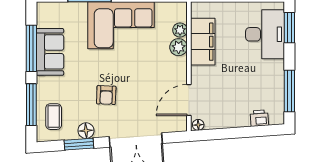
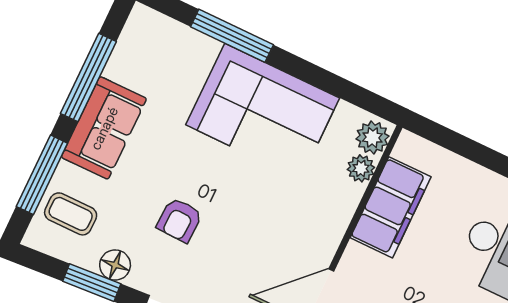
plant: (179, 47) -> (372, 138), moved
sofa: (50, 52) -> (104, 128), moved
coffee table: (54, 117) -> (71, 214), turned 90

